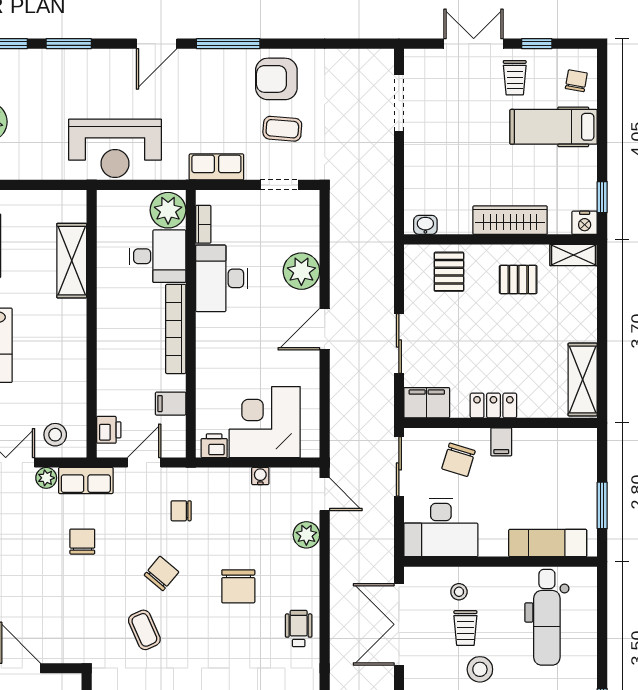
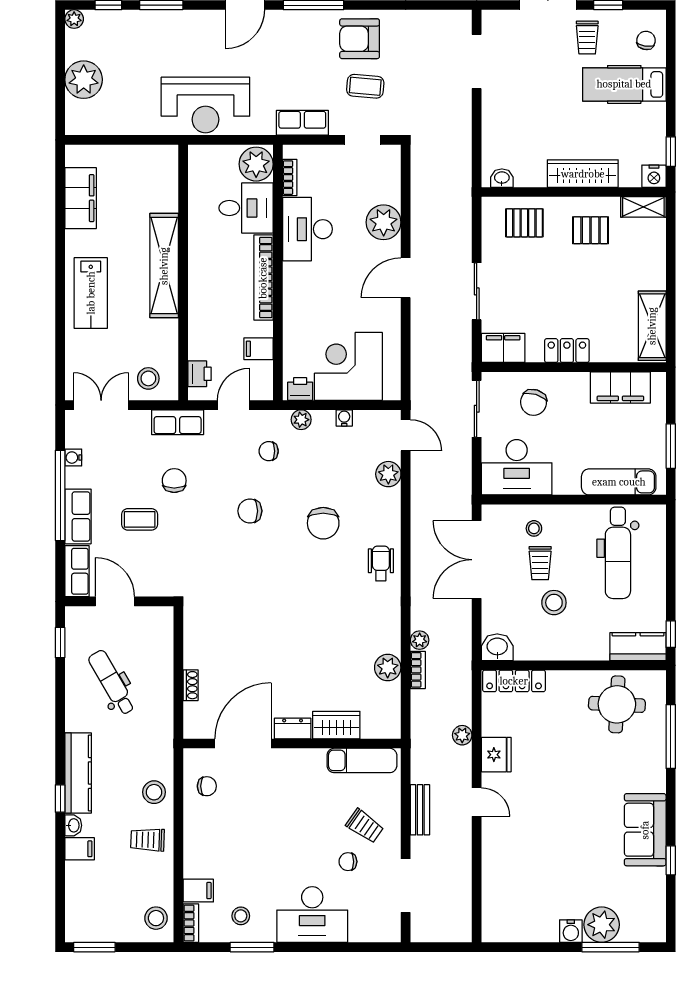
shelving: (72, 261) -> (164, 266), moved, width x1.47
pallet: (449, 272) -> (524, 223), turned 90
filing cabinet: (501, 442) -> (620, 387), moved, width x3.00, depth x1.17
plant: (46, 478) -> (301, 420), moved
chair: (161, 573) -> (250, 511), turned -130
coffee table: (144, 630) -> (140, 519), moved, turned -66

